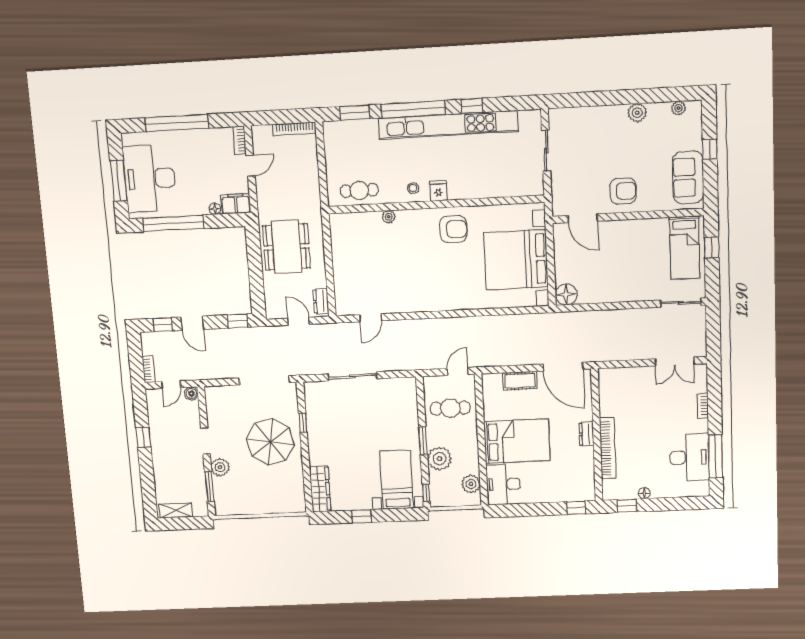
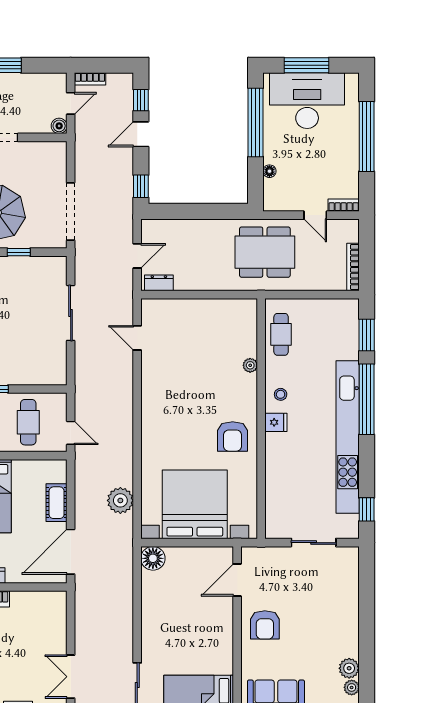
window: (472, 106) -> (367, 509), moved
plant: (637, 113) -> (349, 668), moved
filing cabinet: (236, 204) -> (274, 195), removed
dining table: (286, 247) -> (265, 252), moved
plant: (515, 326) -> (120, 500), added
door: (171, 385) -> (71, 103), swing flipped

